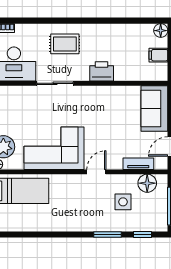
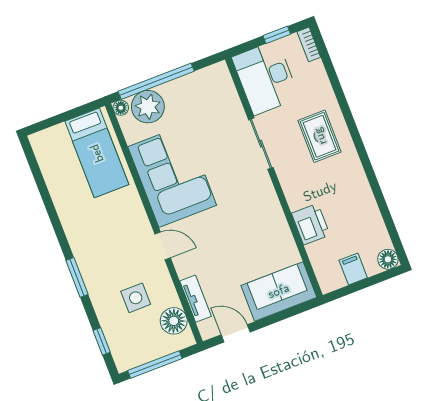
printer: (102, 71) -> (311, 224), moved
window: (107, 234) -> (77, 277), moved

